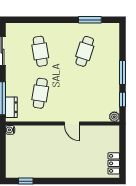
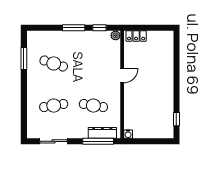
dresser: (11, 107) -> (102, 133), width x1.44
locker: (114, 163) -> (136, 36), moved

